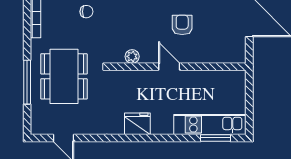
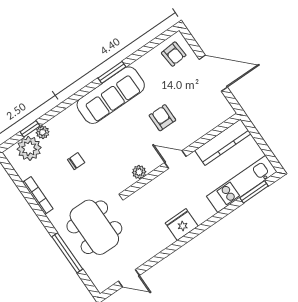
kitchen counter: (218, 79) -> (223, 142), added

